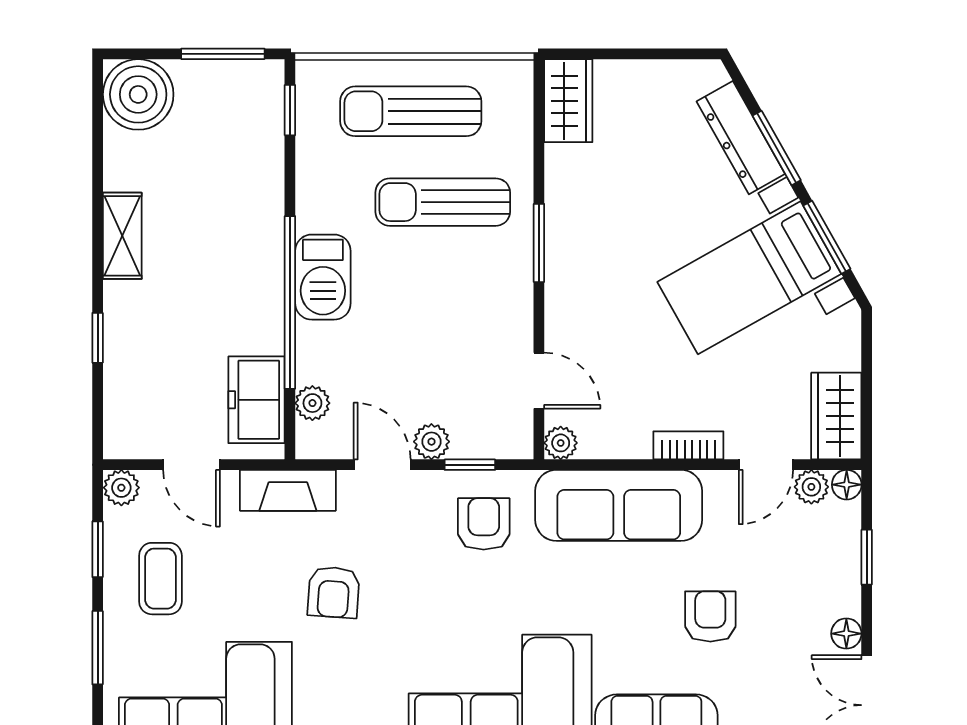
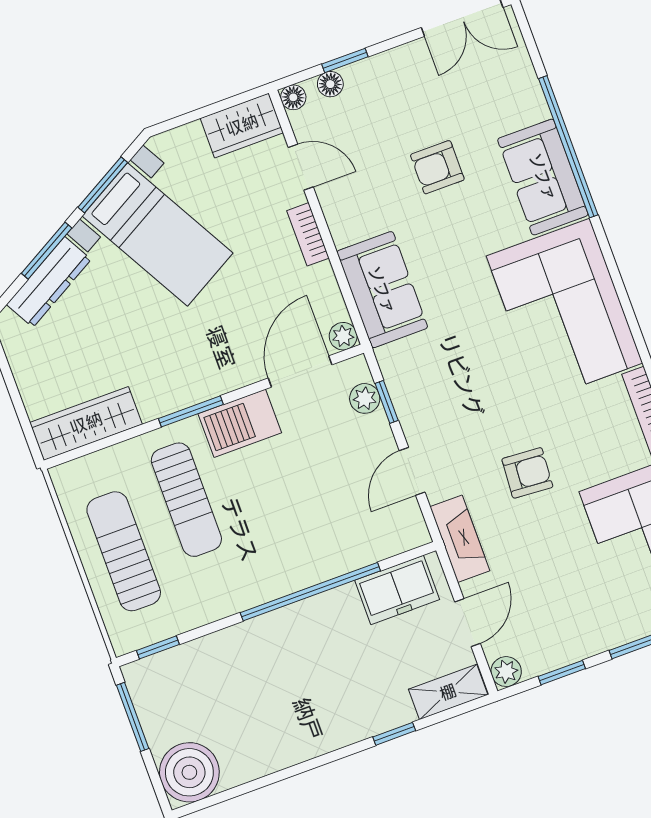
wardrobe: (568, 101) -> (86, 423), width x1.50
sun lounger: (411, 111) -> (124, 551), turned 180
shelving: (122, 236) -> (448, 692), moved
barbecue: (323, 277) -> (240, 423), moved, turned 180
door: (539, 381) -> (300, 371), width x1.38
plant: (312, 403) -> (384, 545), removed
plant: (431, 442) -> (365, 398), moved
plant: (811, 487) -> (305, 125), removed
sofa: (619, 505) -> (382, 290), width x0.73
armchair: (484, 524) -> (430, 374), removed
coffee table: (160, 579) -> (567, 614), removed
floor lamp: (846, 634) -> (330, 84), moved

